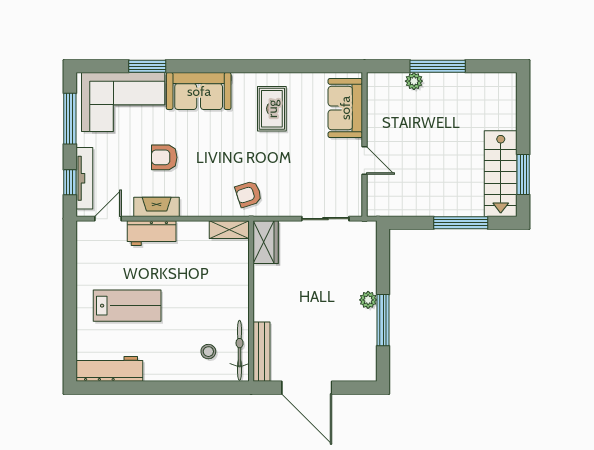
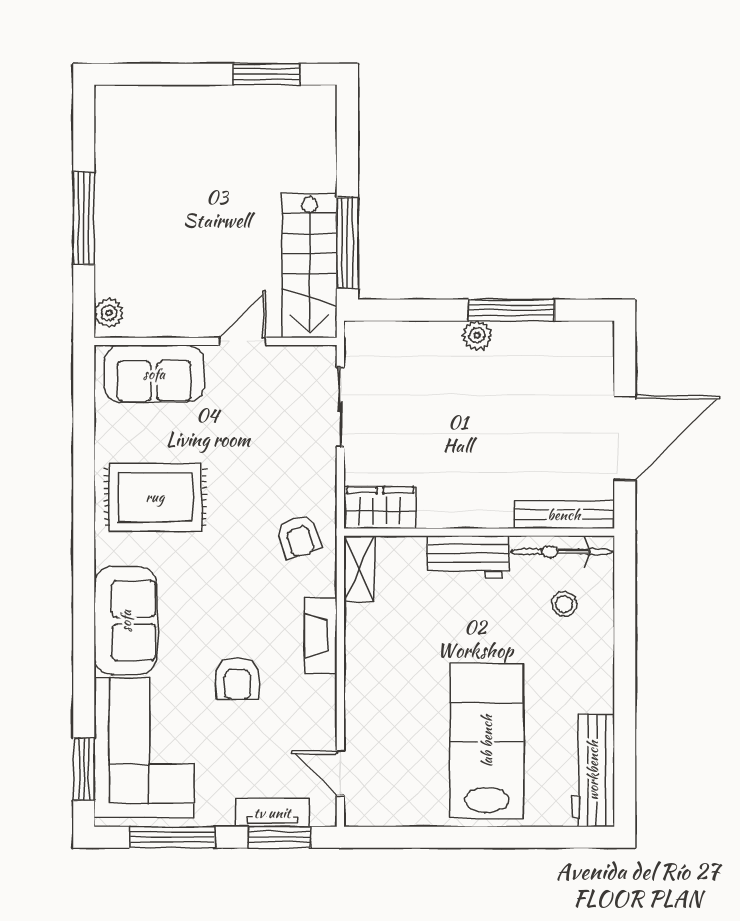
window: (147, 66) -> (84, 769), moved
plant: (414, 81) -> (109, 313), moved
rug: (272, 109) -> (155, 497), width x1.36, depth x1.43
stairs: (501, 174) -> (310, 265), moved, turned 90
tv unit: (84, 178) -> (272, 813), width x0.71
window: (70, 182) -> (279, 837), width x1.50
fireplace: (157, 207) -> (321, 636), moved
window: (461, 223) -> (347, 243), moved
workbench: (152, 233) -> (468, 557), moved, turned 90
lab bench: (127, 306) -> (487, 741), width x1.36, depth x1.39

